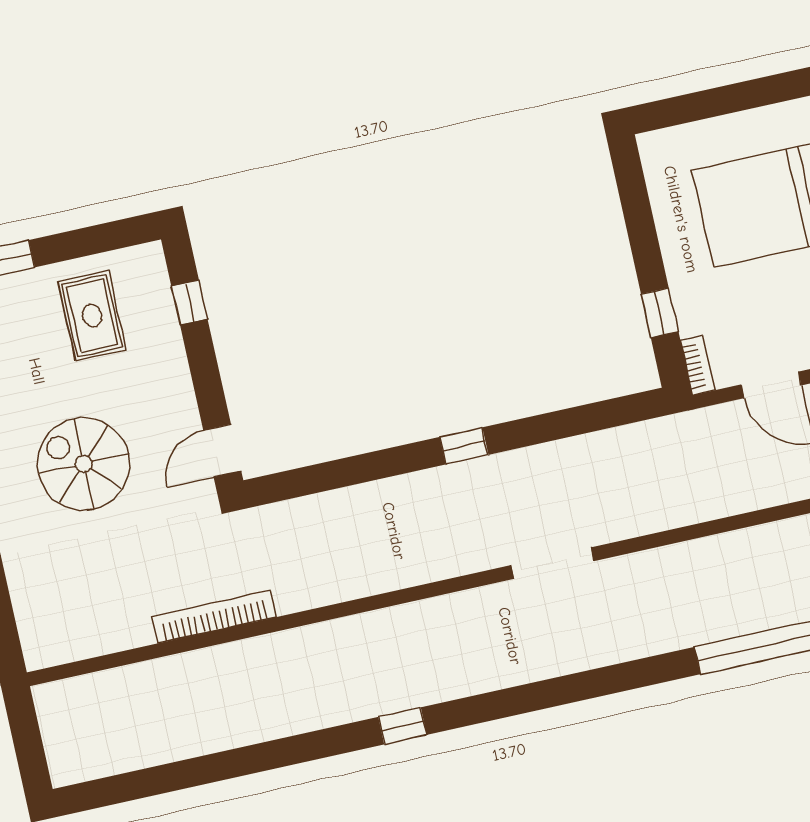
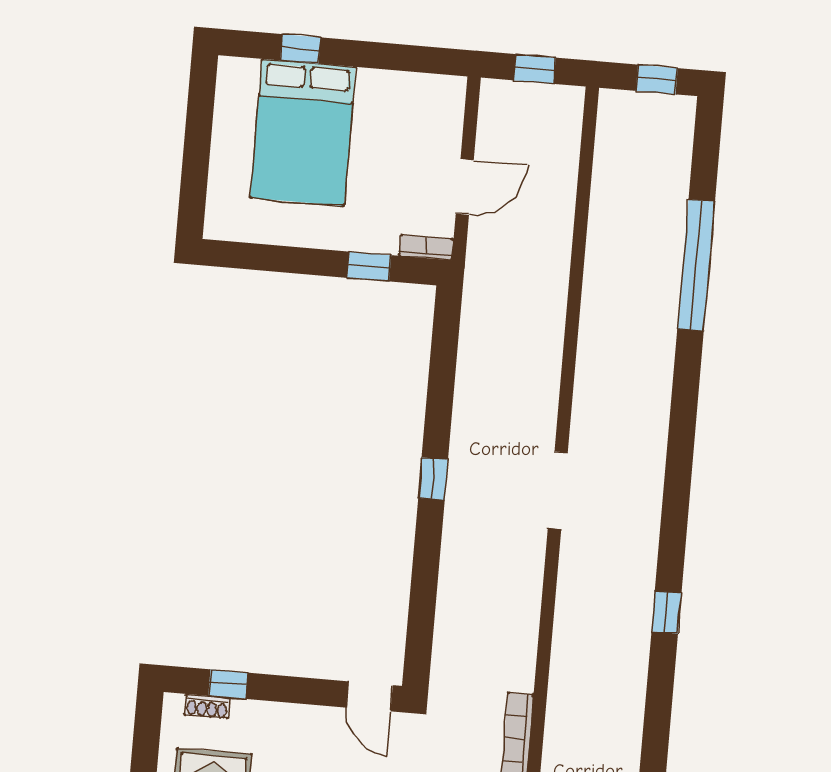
shoe rack: (160, 288) -> (207, 706), added
doorway: (553, 563) -> (558, 490), moved

